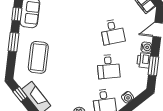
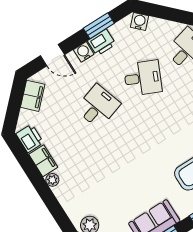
desk: (108, 67) -> (143, 78), turned 36
water cooler: (127, 97) -> (140, 22), moved

